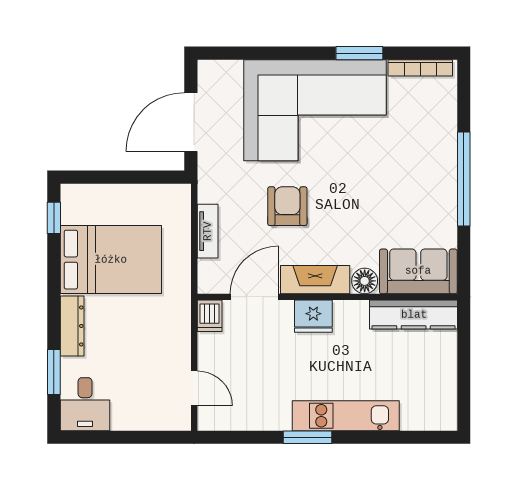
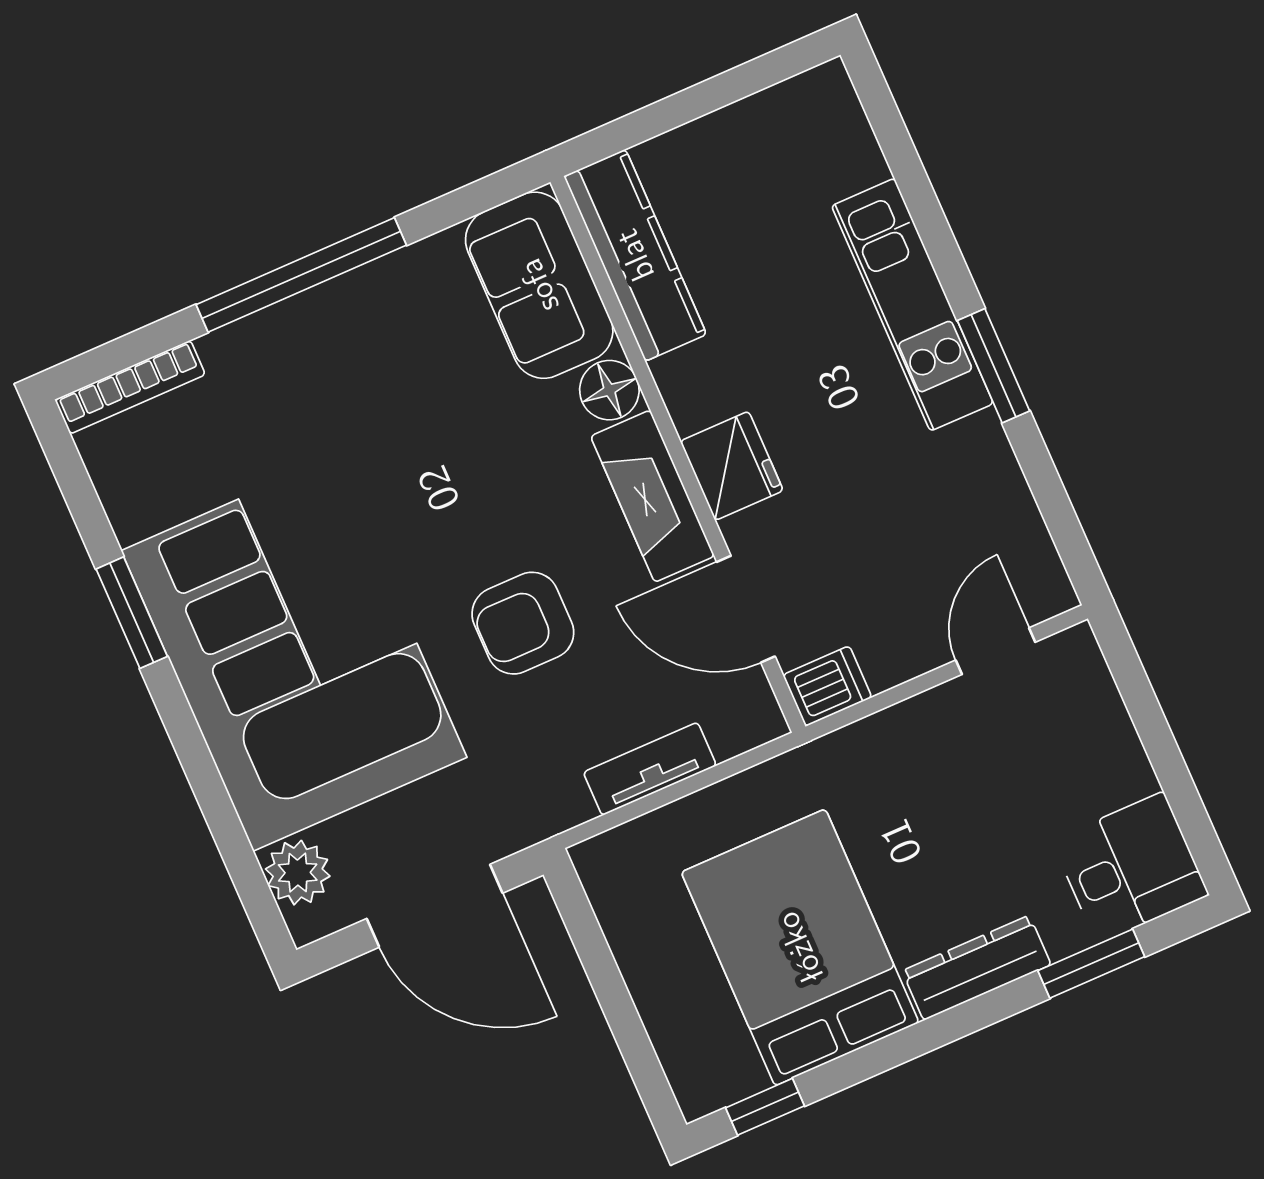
bookcase: (420, 68) -> (130, 387), moved, turned 90
plant: (228, 74) -> (298, 873), added

